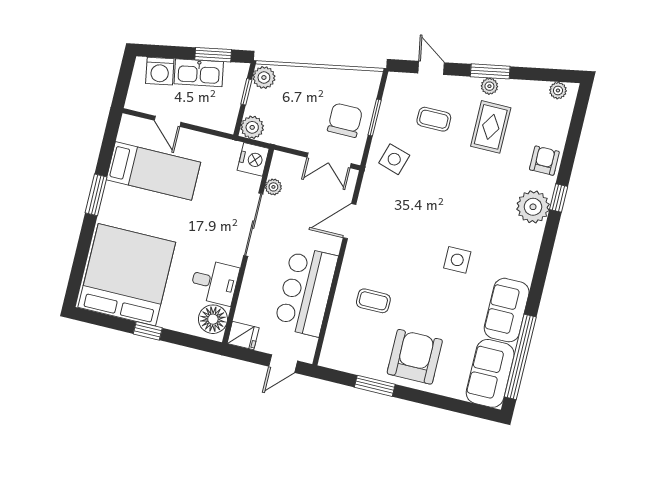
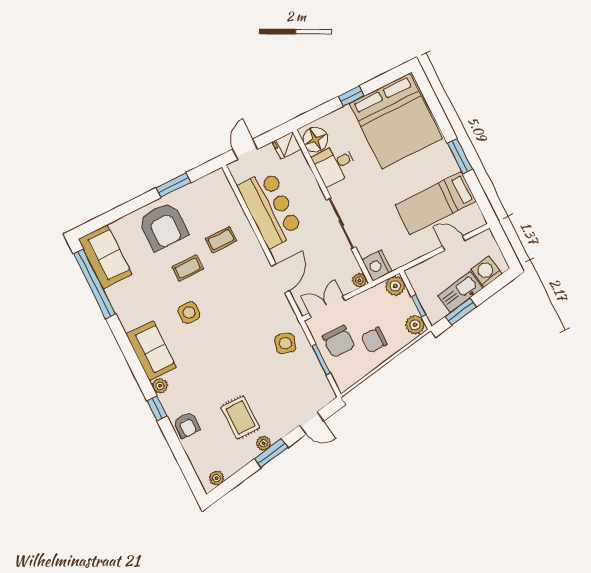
chair: (312, 95) -> (374, 340), added
coffee table: (434, 119) -> (188, 268), moved
plant: (273, 187) -> (359, 280), moved
plant: (533, 207) -> (160, 386), width x0.53, depth x0.53
sofa: (507, 310) -> (151, 351), moved

